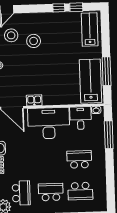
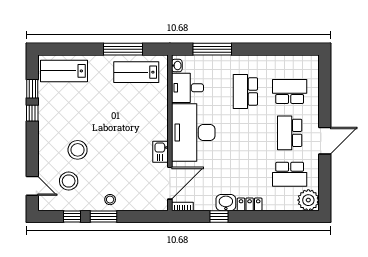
lab bench: (90, 81) -> (136, 72), width x0.73, depth x0.72
school desk: (80, 191) -> (290, 91), turned -90
school desk: (21, 193) -> (290, 174), turned 180

